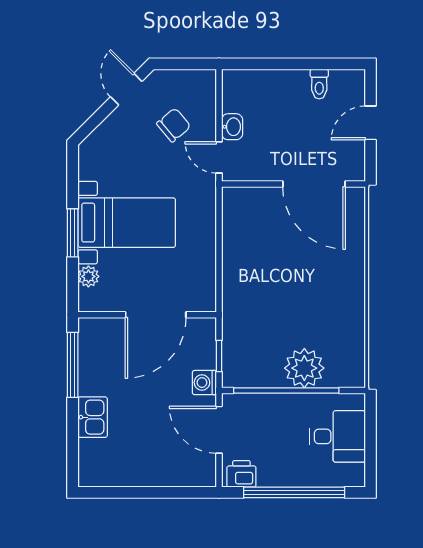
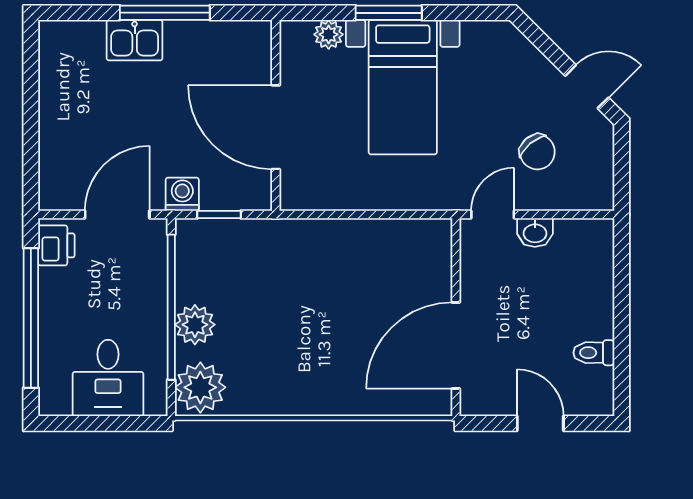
window: (73, 365) -> (165, 13), moved
plant: (304, 368) -> (195, 325), width x0.73, depth x0.73
plant: (344, 369) -> (200, 387), added

